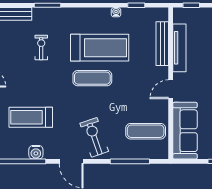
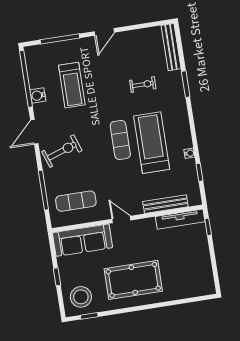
treadmill: (100, 48) -> (152, 143), turned 180
tv unit: (179, 48) -> (180, 219), moved
treadmill: (31, 117) -> (72, 85), turned 180
exercise mat: (146, 131) -> (76, 201), turned 90

